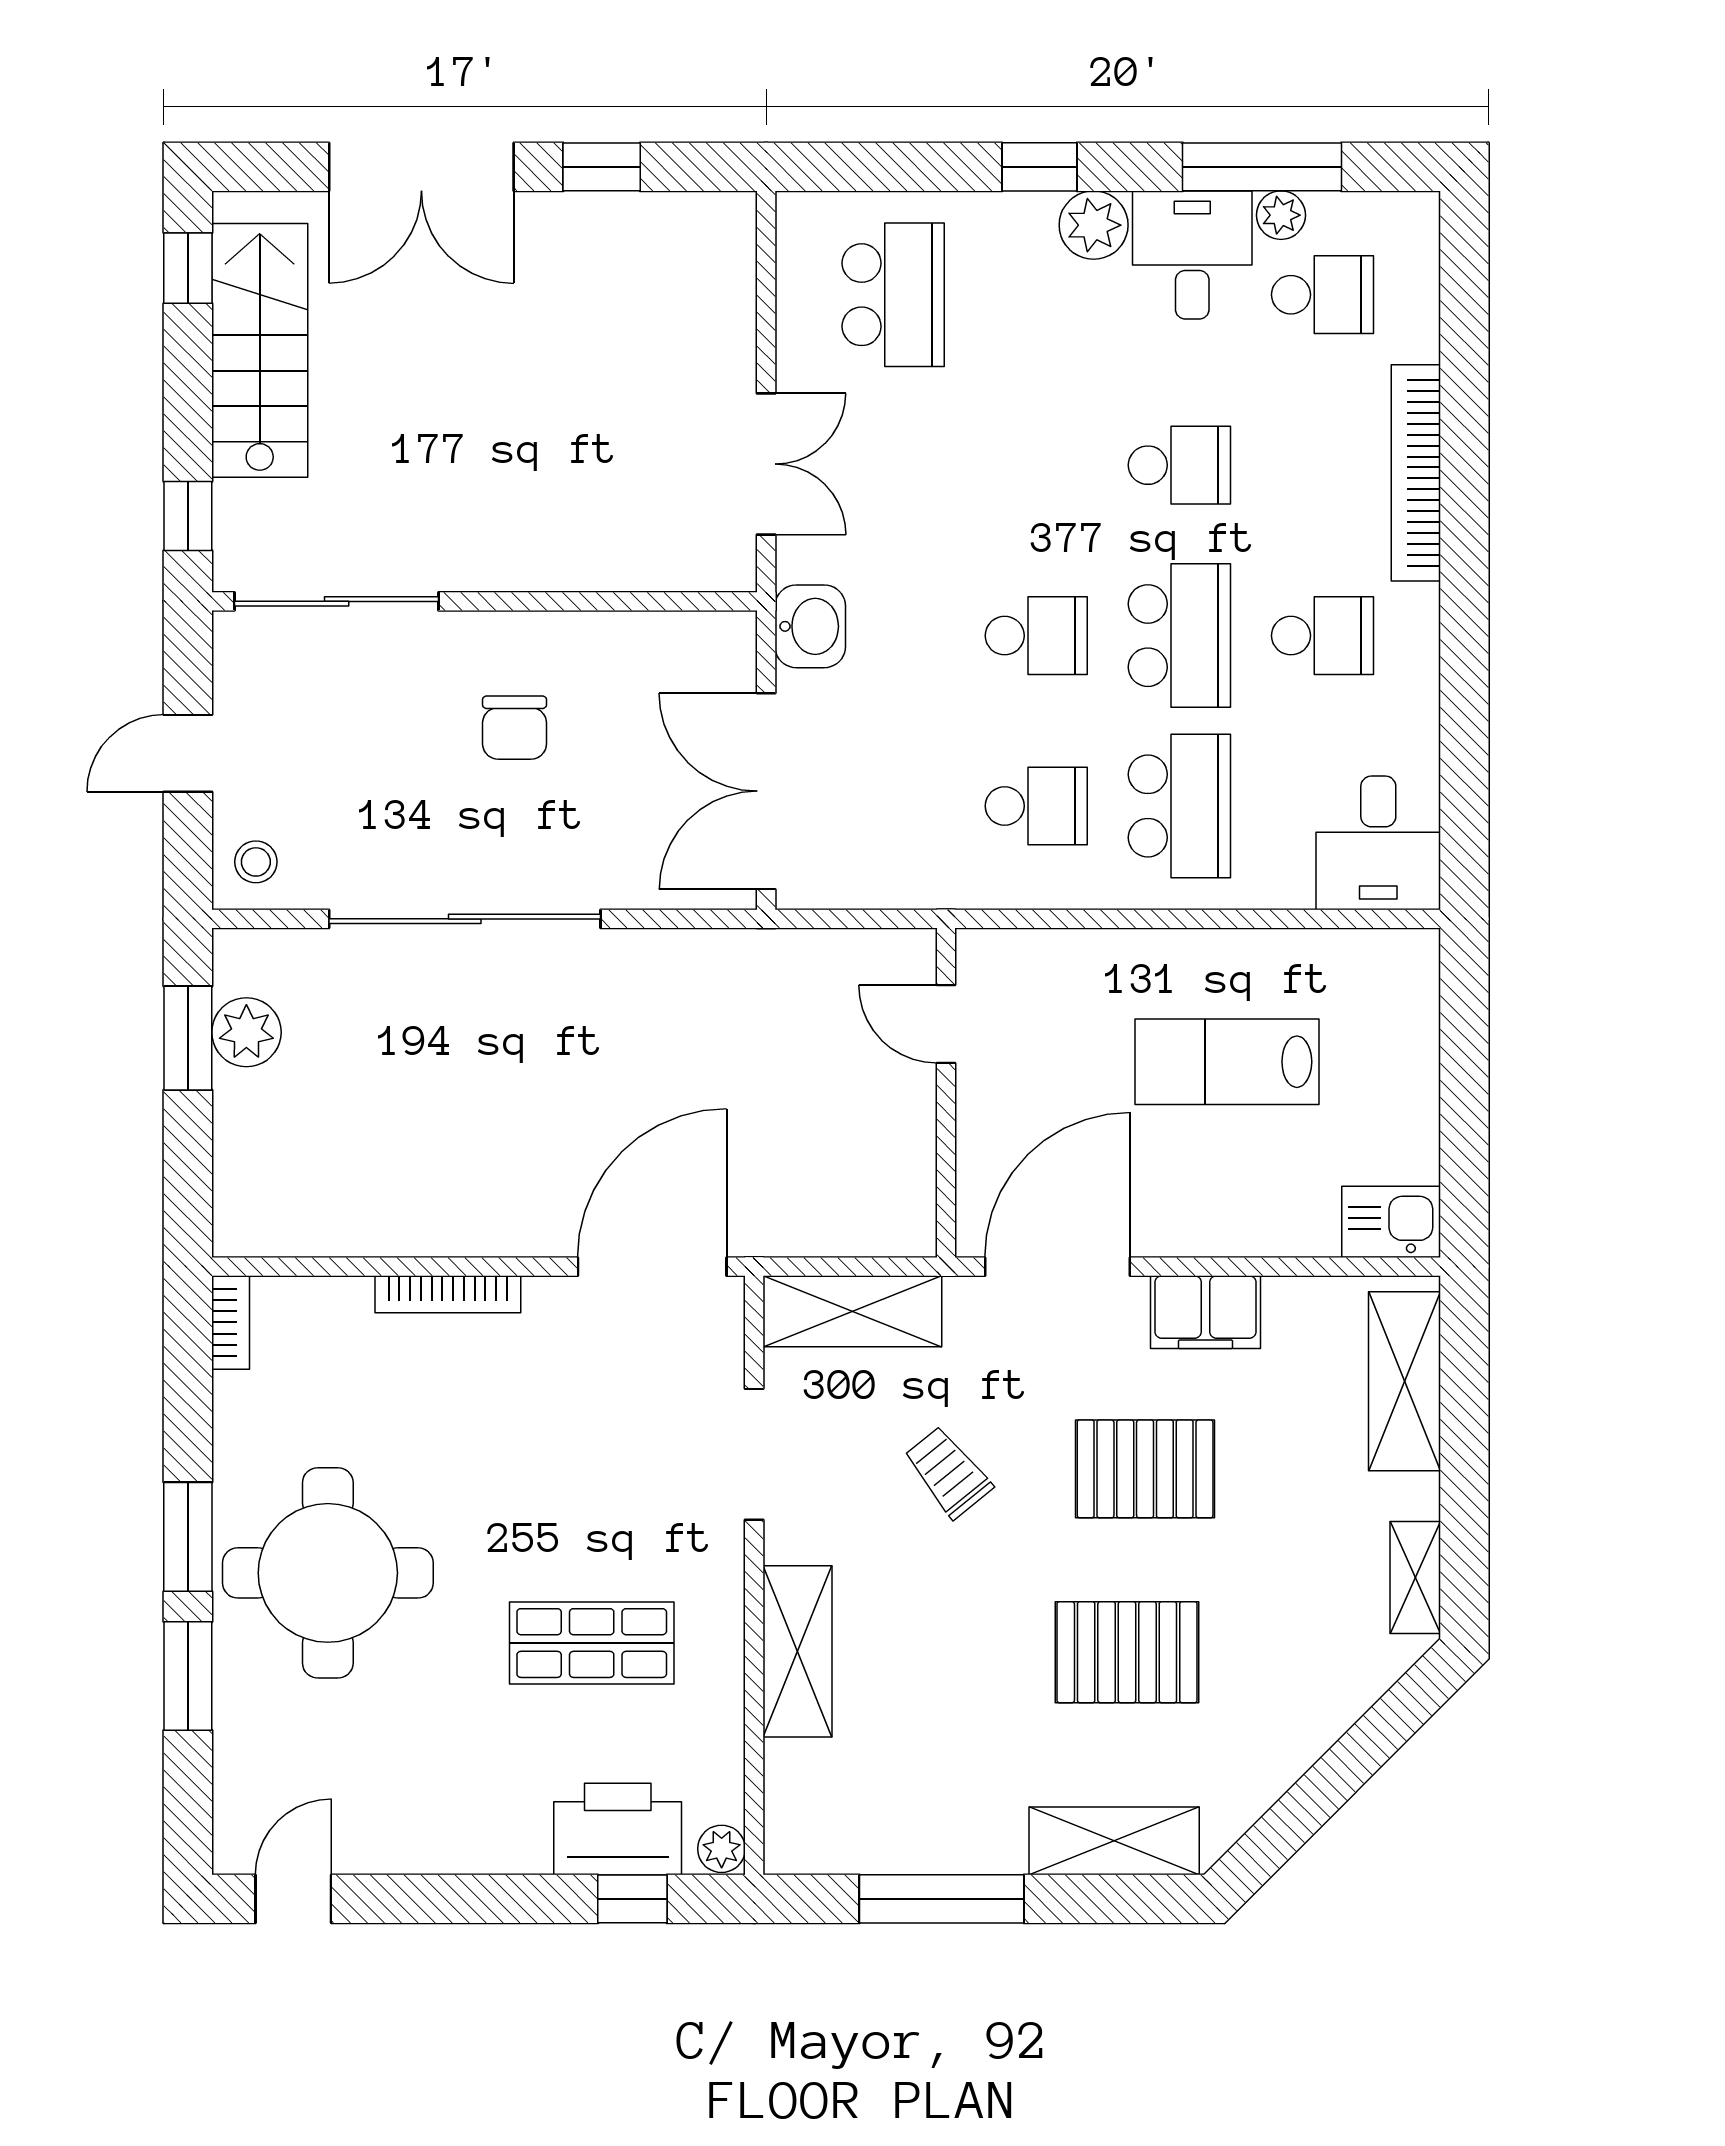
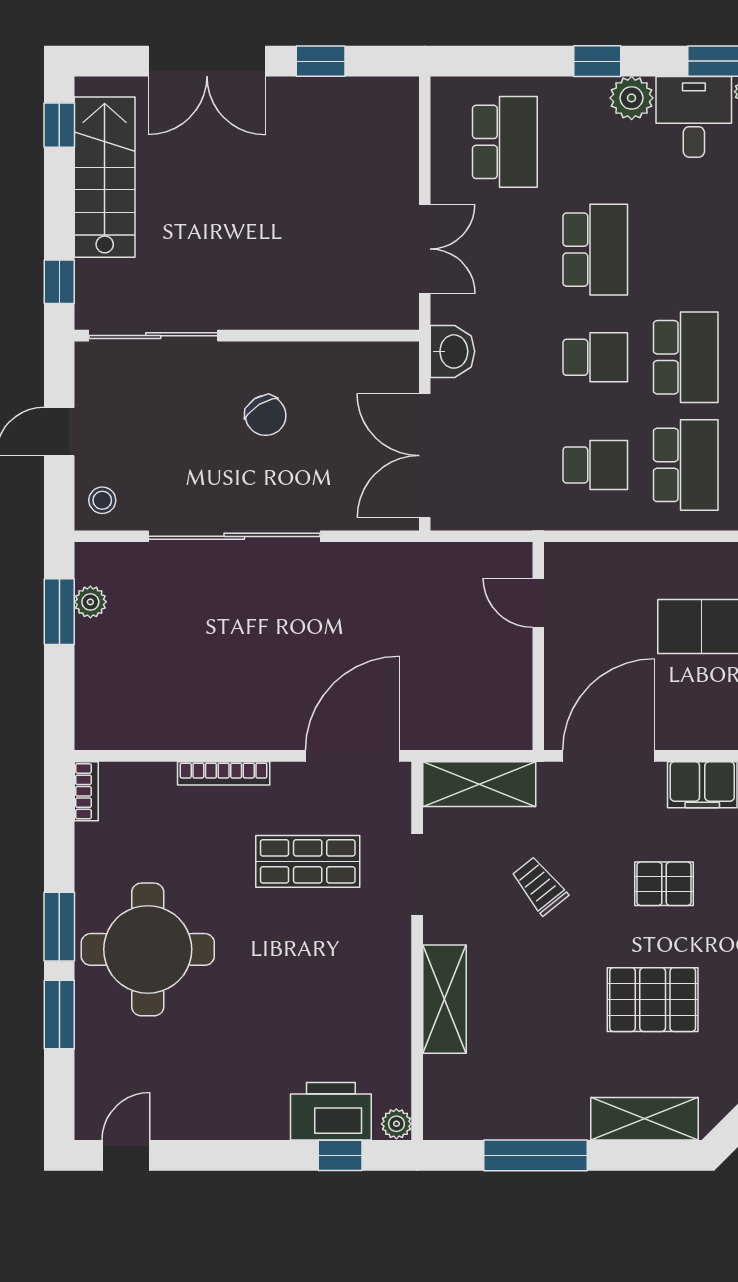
school desk: (1179, 465) -> (595, 250), moved, width x1.85
chair: (515, 728) -> (266, 415), turned -32
plant: (246, 1032) -> (90, 602), width x0.73, depth x0.73
pallet: (1145, 1469) -> (664, 884), width x0.67, depth x0.71
shop shelf: (592, 1643) -> (308, 861), moved

